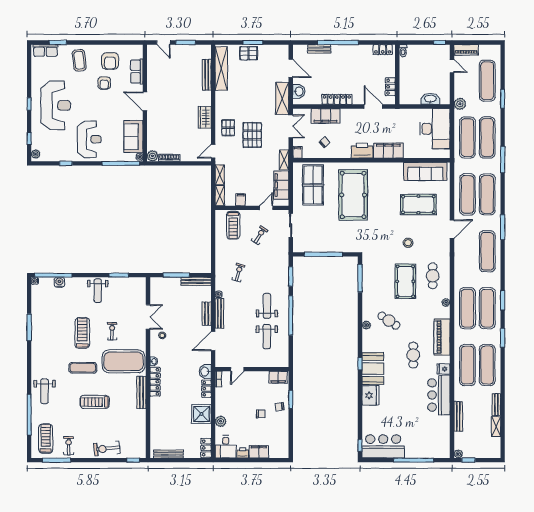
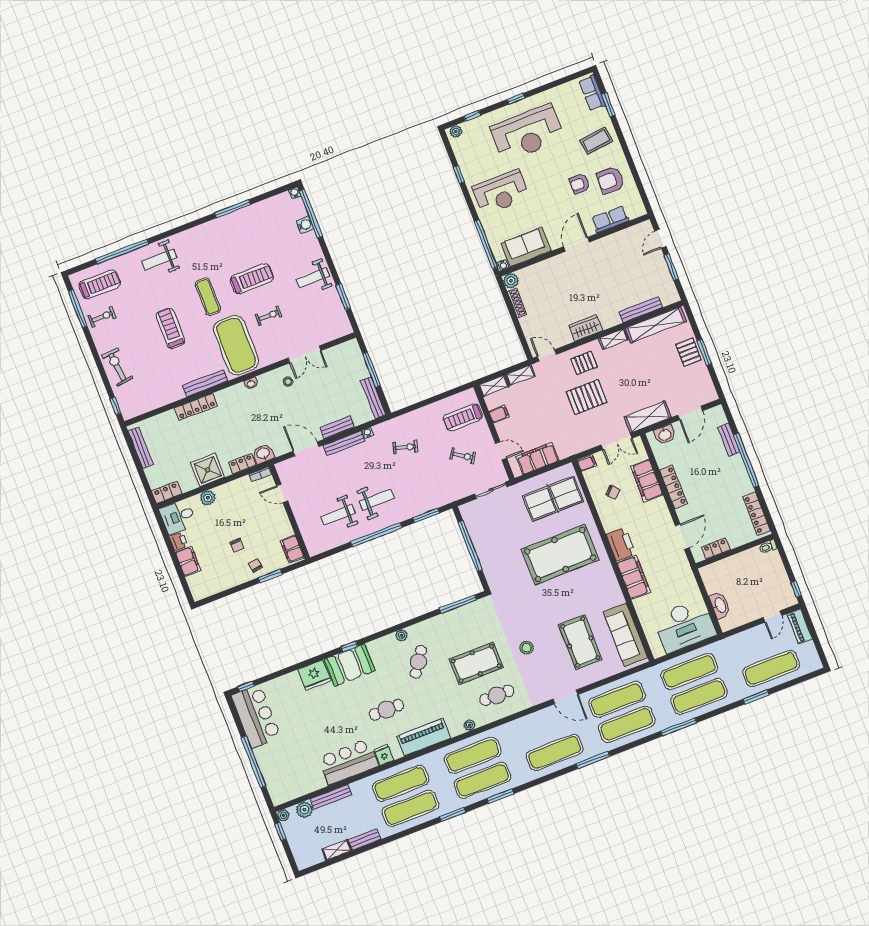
locker: (383, 50) -> (757, 514), width x1.53
plant: (460, 104) -> (304, 810), moved
shelving: (284, 160) -> (614, 339), moved
locker: (155, 382) -> (196, 407), moved

